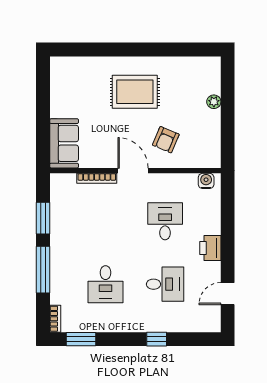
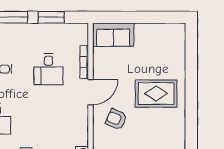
rug: (135, 92) -> (156, 94), turned 90
desk: (165, 221) -> (48, 69), moved, turned 90

